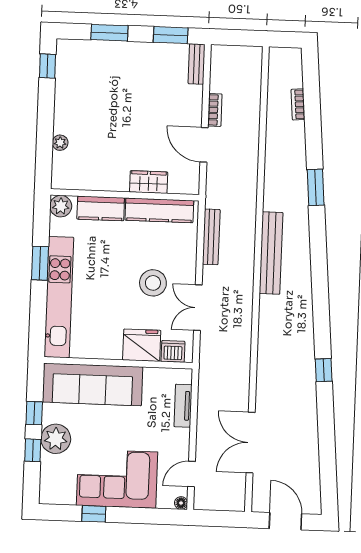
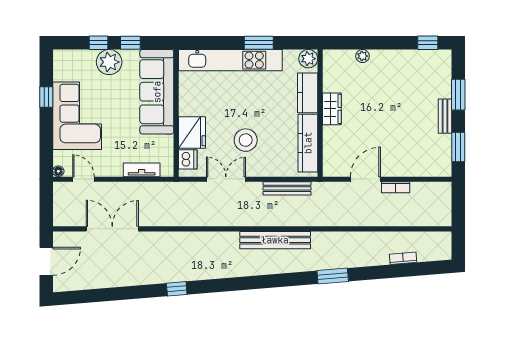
bench: (197, 64) -> (445, 116), moved, turned 90
wardrobe: (149, 182) -> (332, 109), moved

